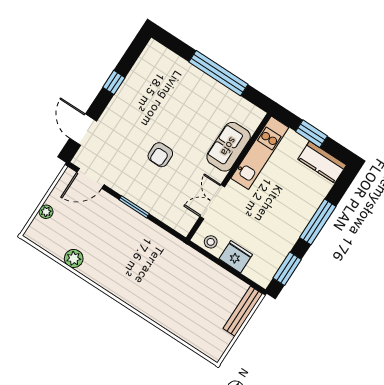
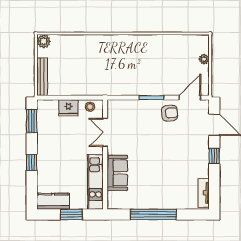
tv unit: (145, 60) -> (204, 193), added
window: (114, 82) -> (214, 156), moved
armchair: (160, 155) -> (170, 113), moved, turned 85
double door: (212, 202) -> (105, 132), swing flipped
window: (318, 222) -> (32, 162), width x0.46
plant: (74, 258) -> (44, 41), moved

